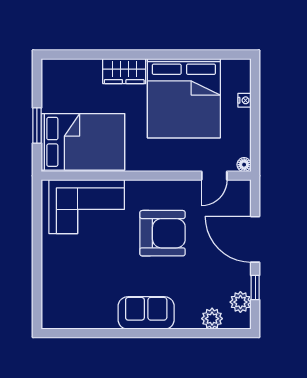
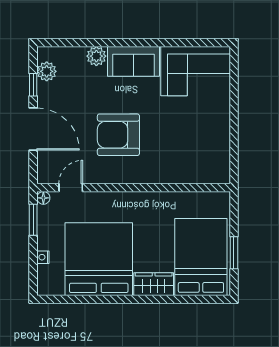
window: (37, 125) -> (234, 253), moved
window: (255, 141) -> (33, 220), added
bed: (83, 142) -> (201, 257), moved, turned 90
corner sofa: (87, 207) -> (196, 71), moved, turned 180
plant: (212, 319) -> (96, 56), moved

